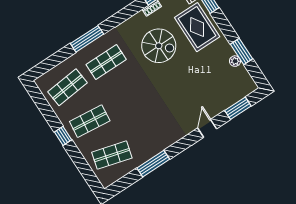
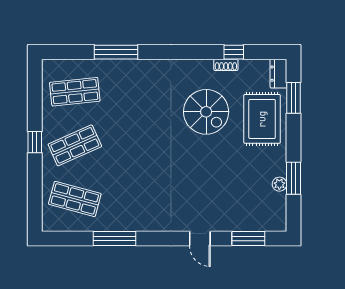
window: (87, 39) -> (116, 52), moved
shop shelf: (106, 62) -> (136, 92), removed
shop shelf: (90, 121) -> (75, 145), turned -30
door: (207, 128) -> (200, 238), swing flipped

